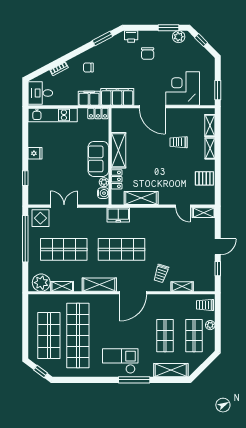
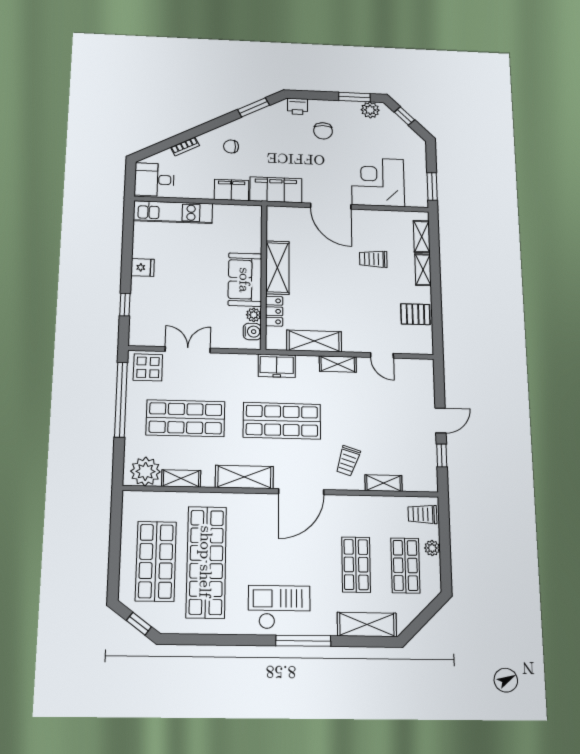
locker: (98, 113) -> (245, 213), removed
shelving: (204, 213) -> (338, 364), moved

